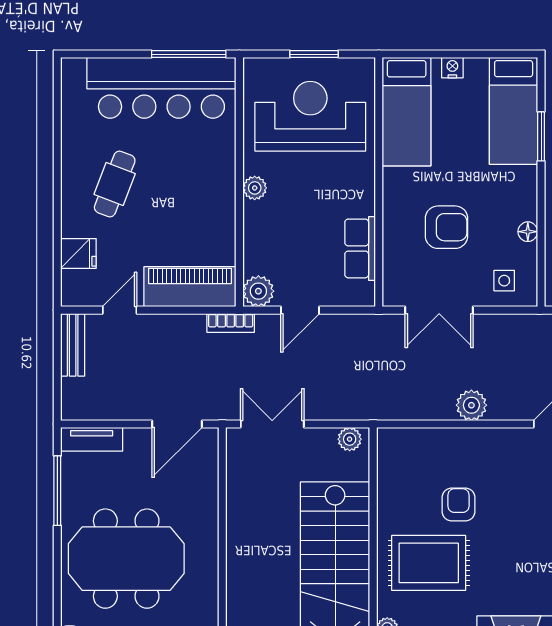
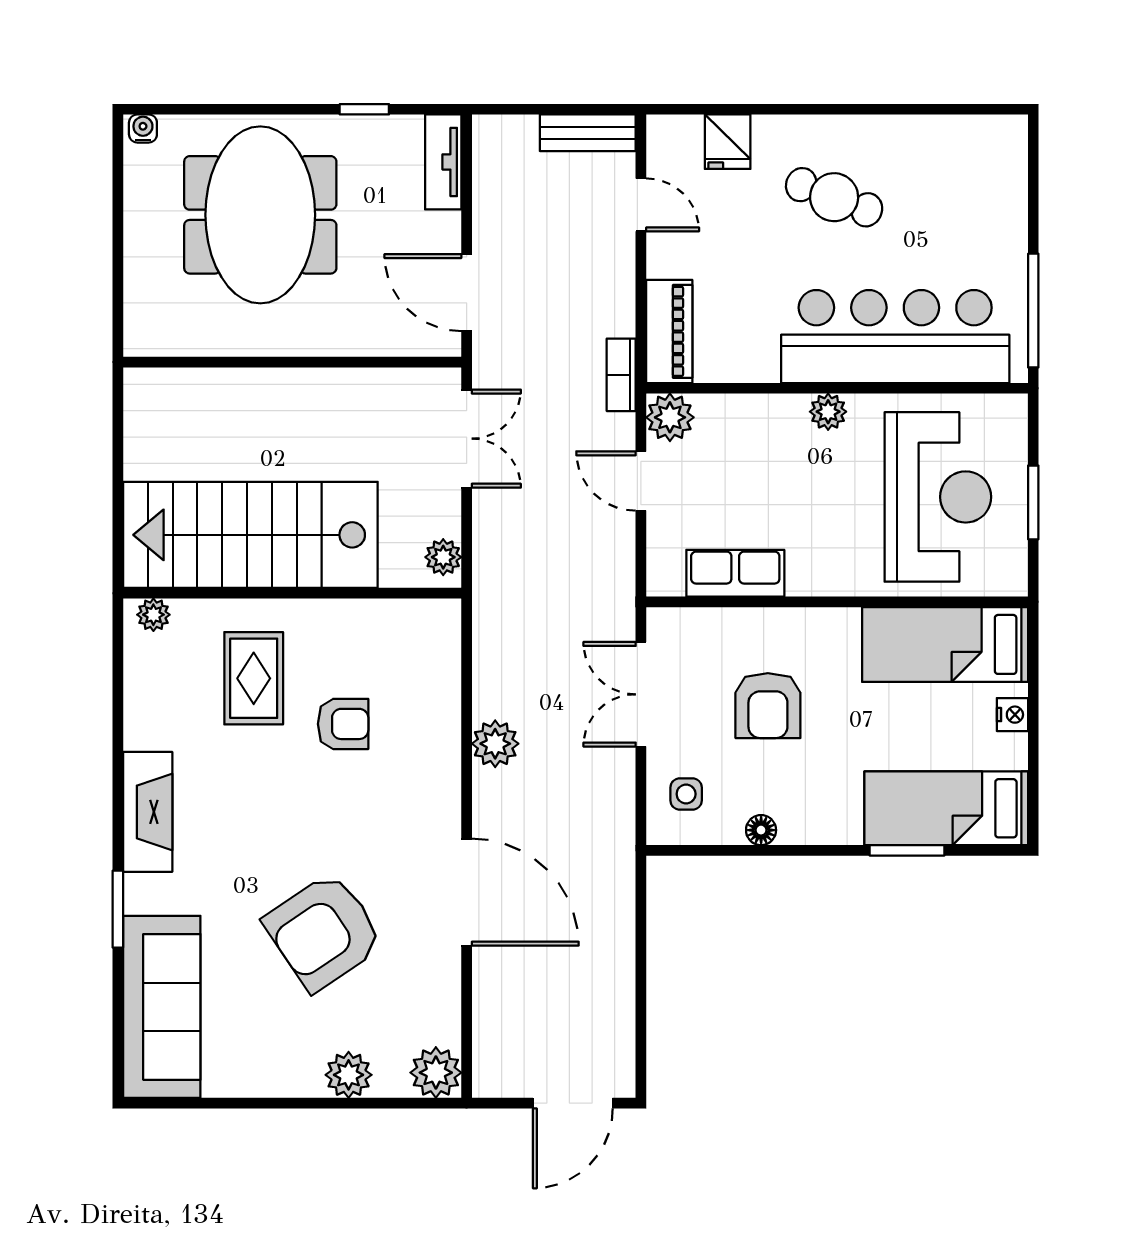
bar counter: (161, 88) -> (895, 337), moved, turned 90
piano: (190, 287) -> (669, 331), width x0.73, depth x0.75
window: (57, 491) -> (364, 109), width x0.46
rug: (429, 563) -> (254, 678), width x0.73, depth x0.70

